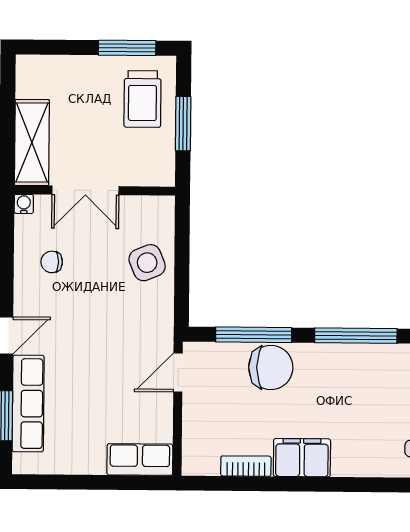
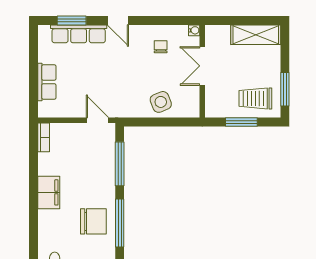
shelving: (32, 143) -> (256, 35), moved
chair: (271, 367) -> (93, 221), moved, turned -90
row of seats: (140, 459) -> (47, 82), moved
bookcase: (246, 466) -> (44, 137), moved

